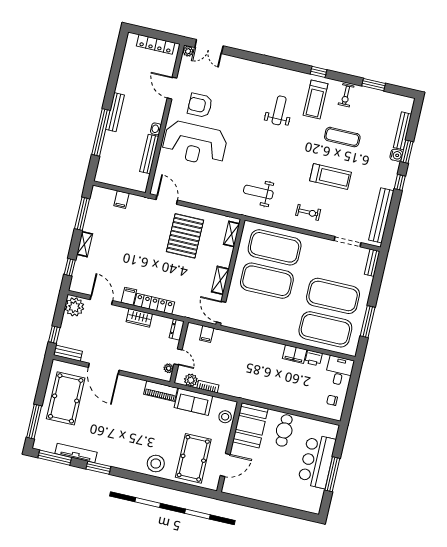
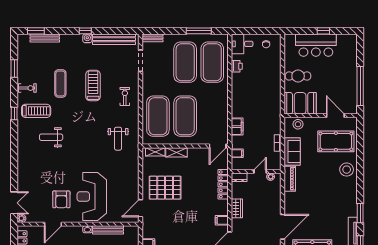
reception desk: (195, 143) -> (92, 197), turned 180
window: (407, 152) -> (36, 31), moved
water cooler: (396, 155) -> (87, 38), moved
shelving: (220, 280) -> (176, 152), moved
locker: (154, 304) -> (223, 184), moved
filing cabinet: (295, 354) -> (237, 127), moved
plant: (191, 380) -> (276, 157), removed
window: (332, 474) -> (323, 31), width x0.46
window: (254, 504) -> (360, 86), added

